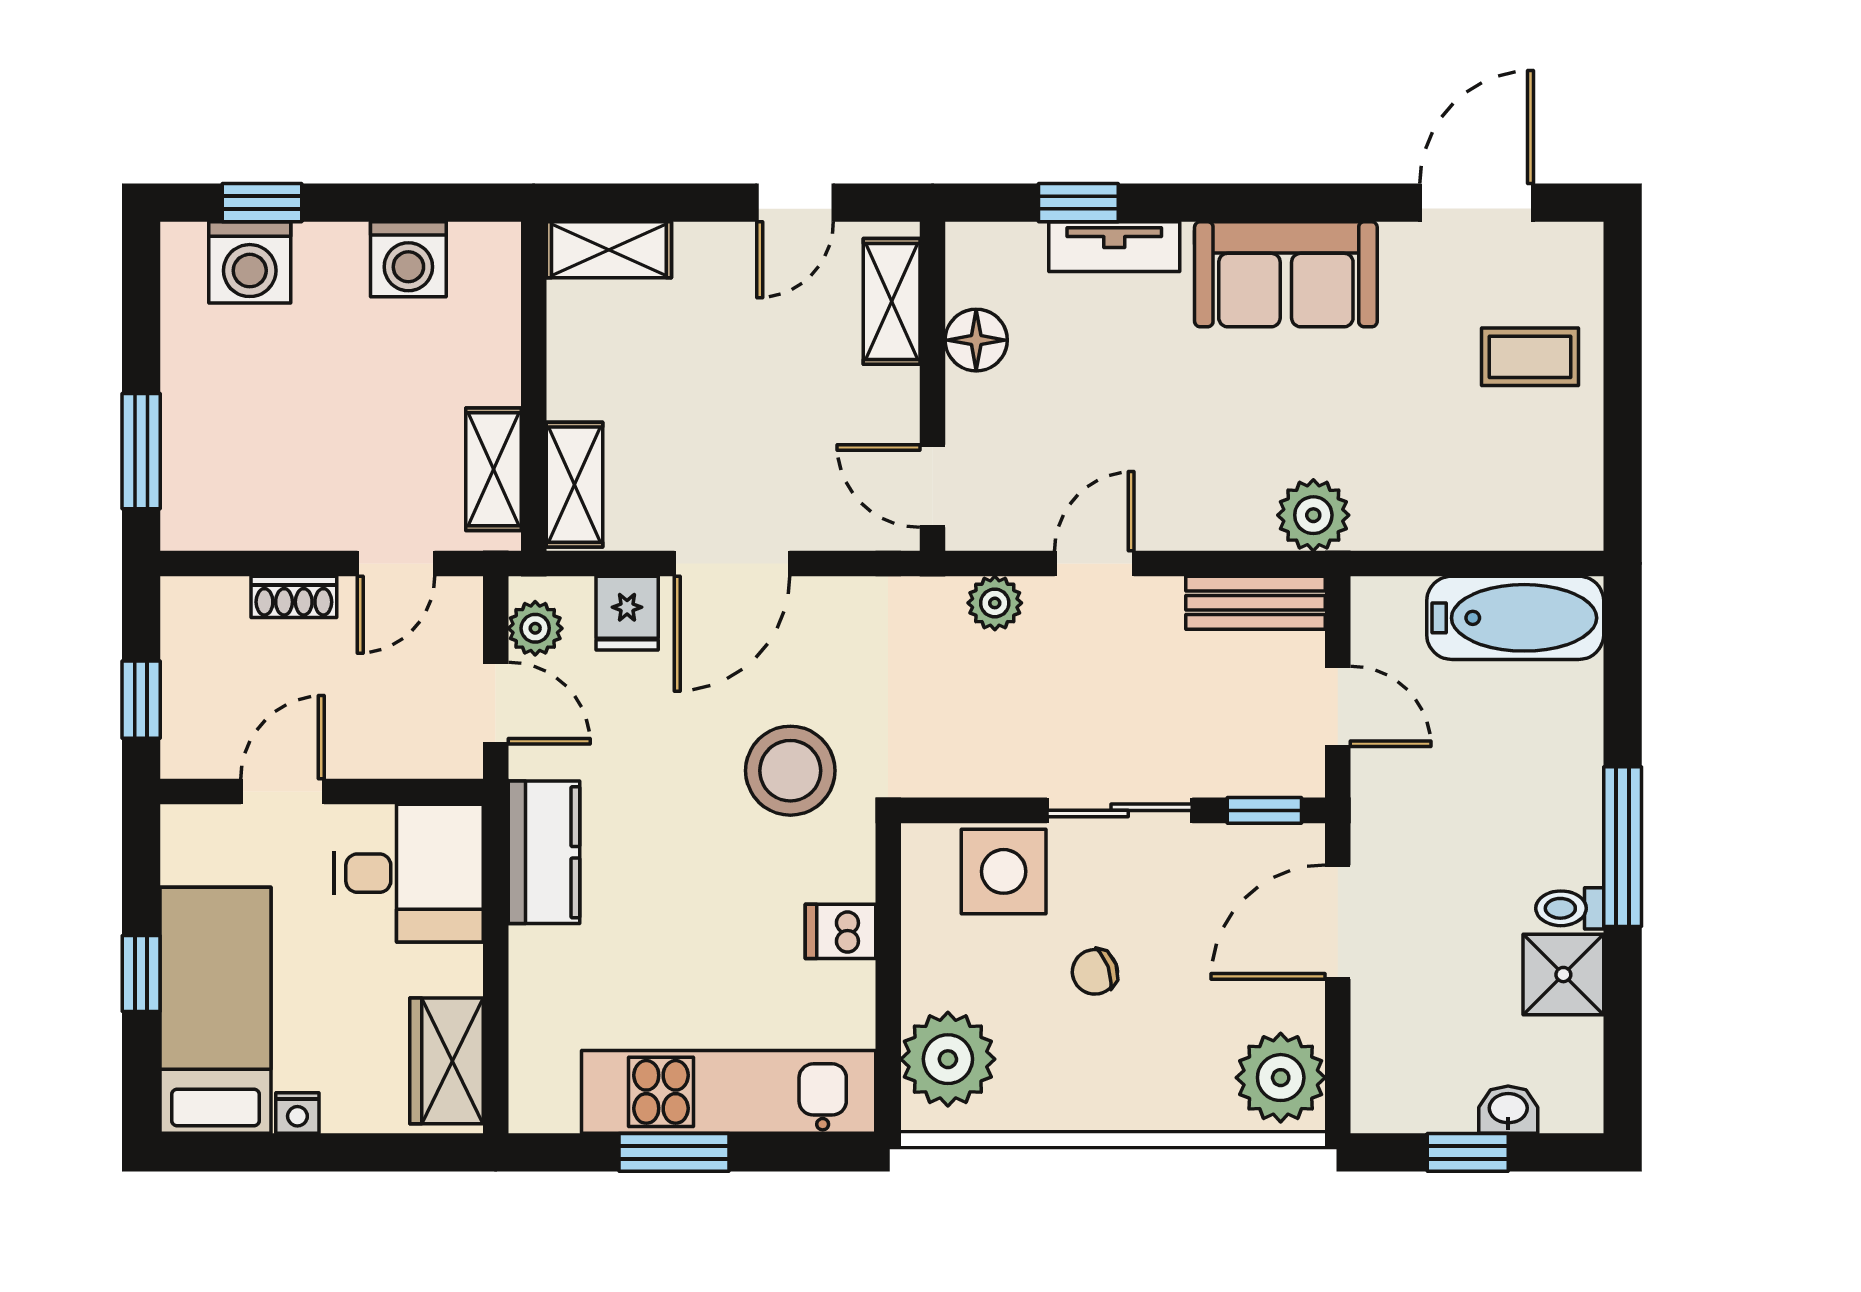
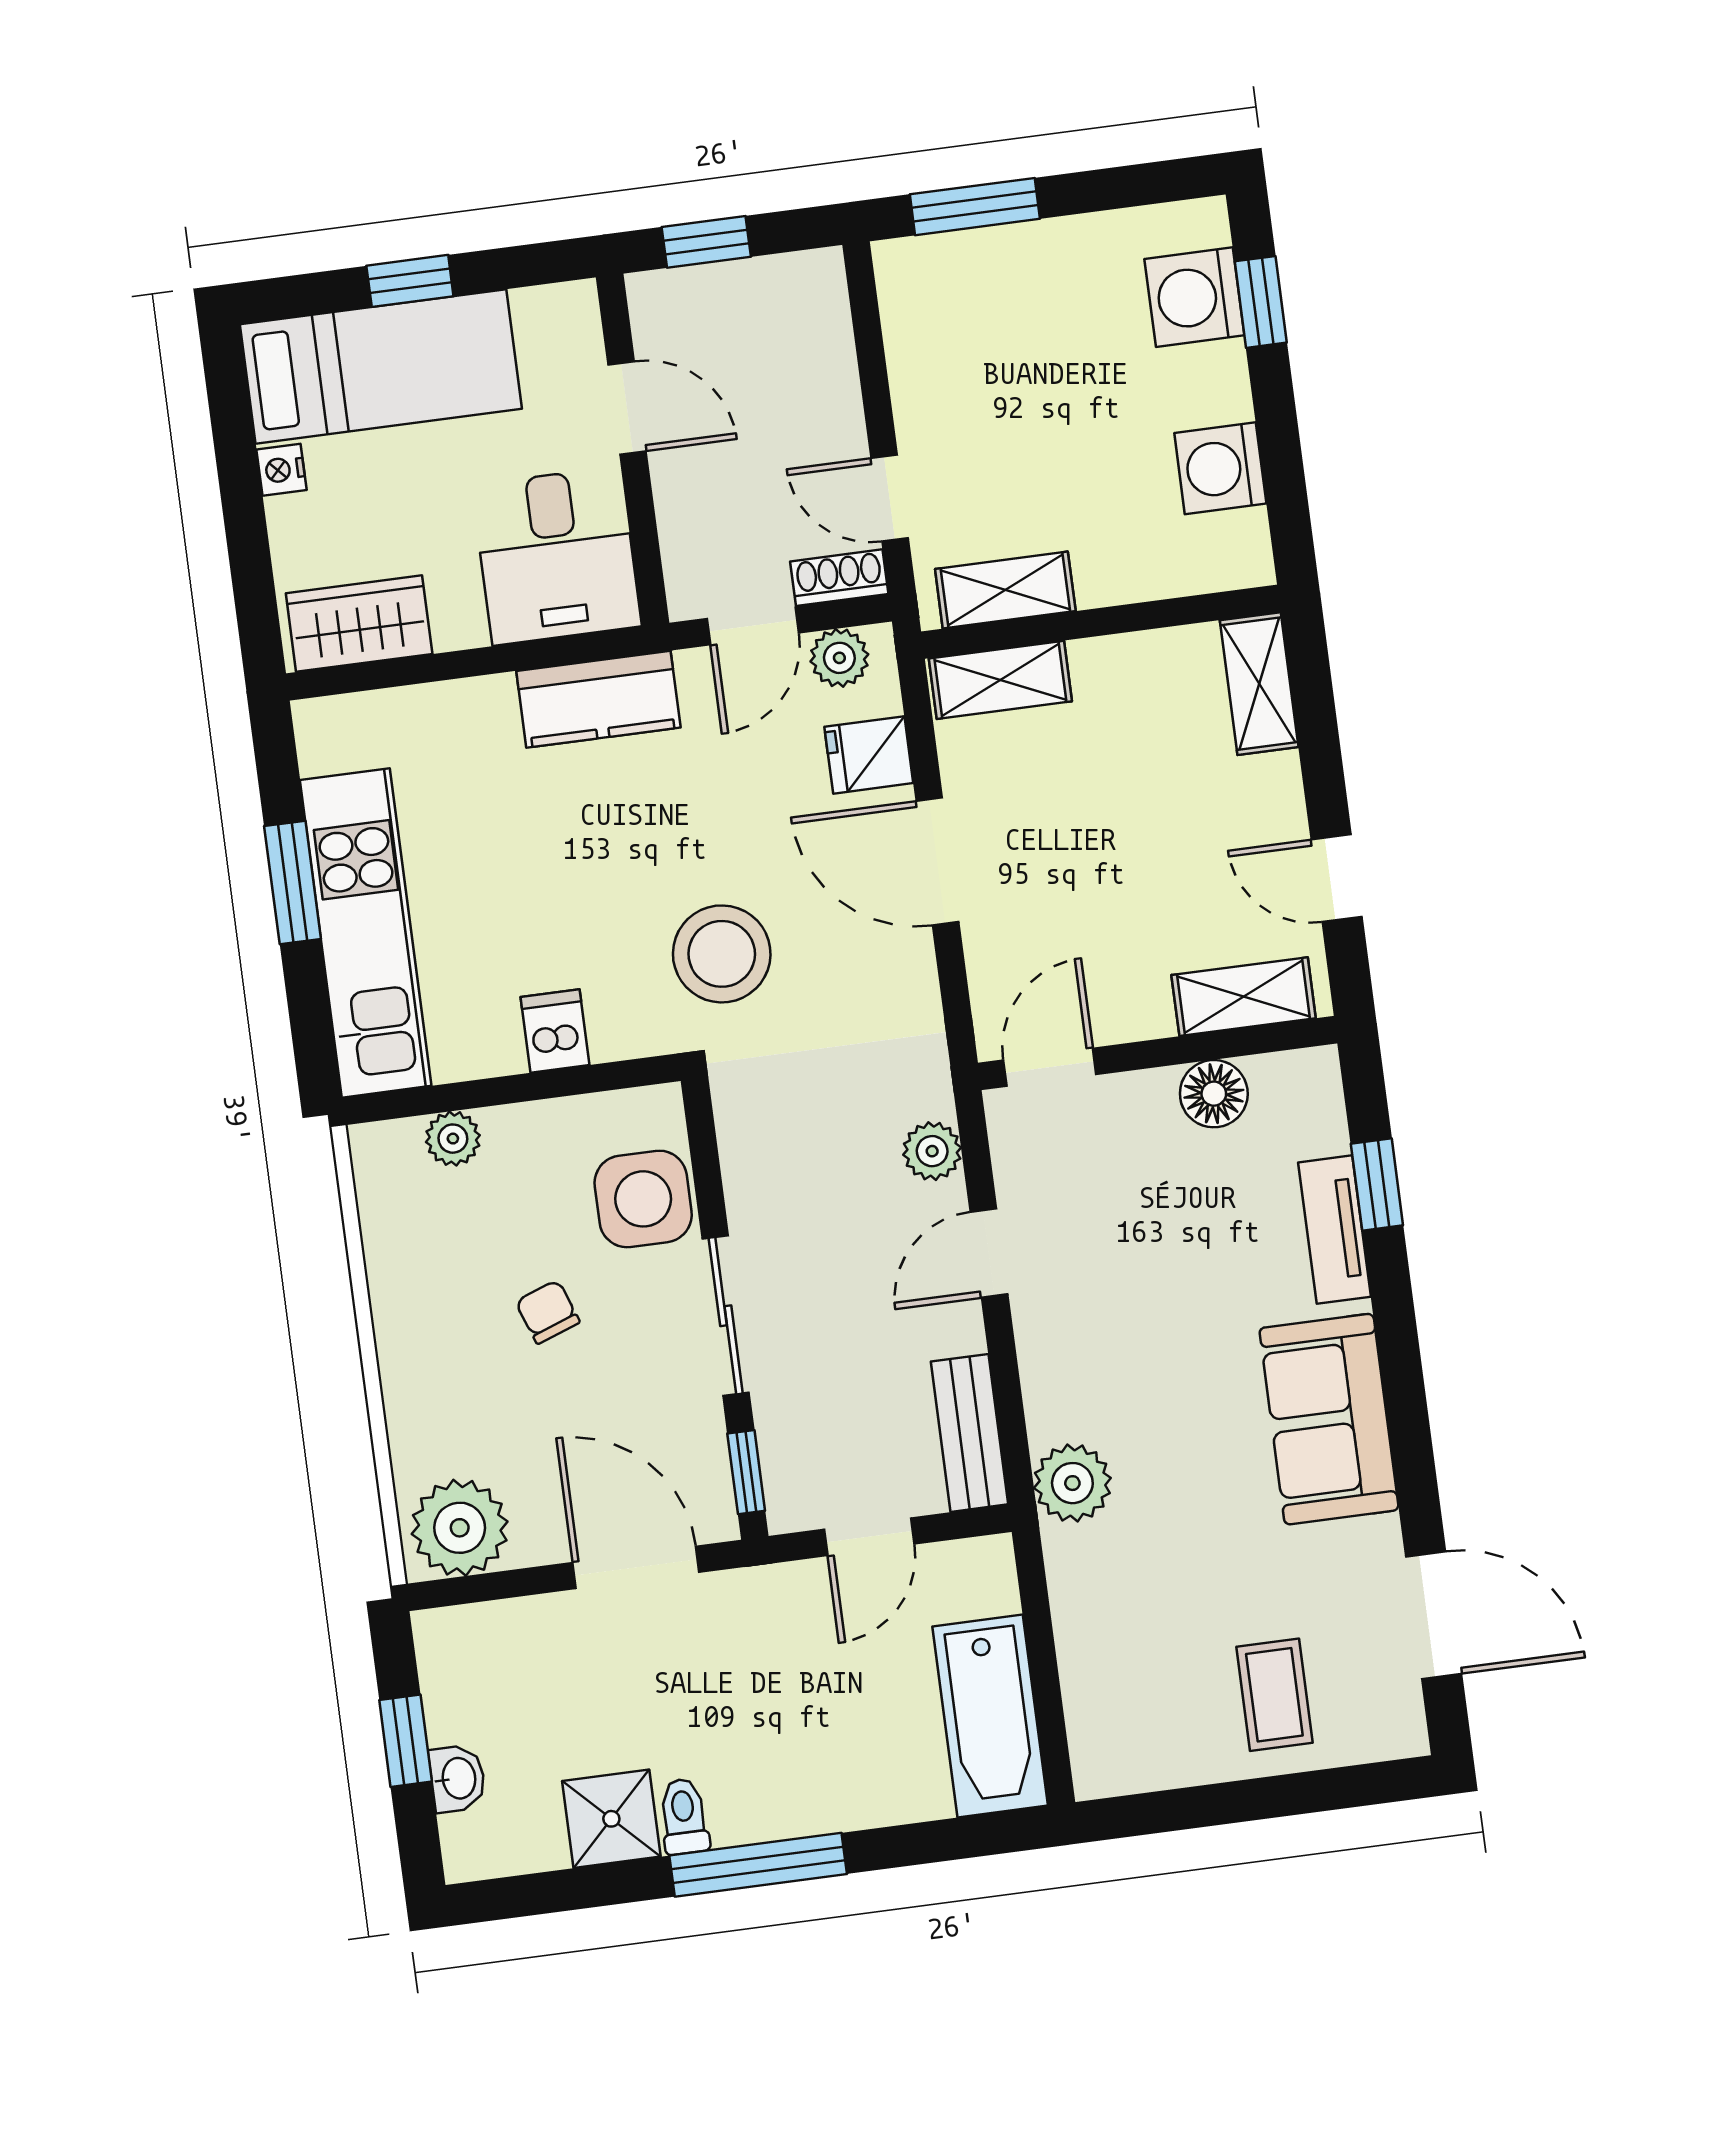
door: (1094, 563) -> (989, 1253), swing flipped
shoe rack: (294, 597) -> (839, 578), moved, turned 90
plant: (948, 1059) -> (453, 1139), width x0.53, depth x0.53

